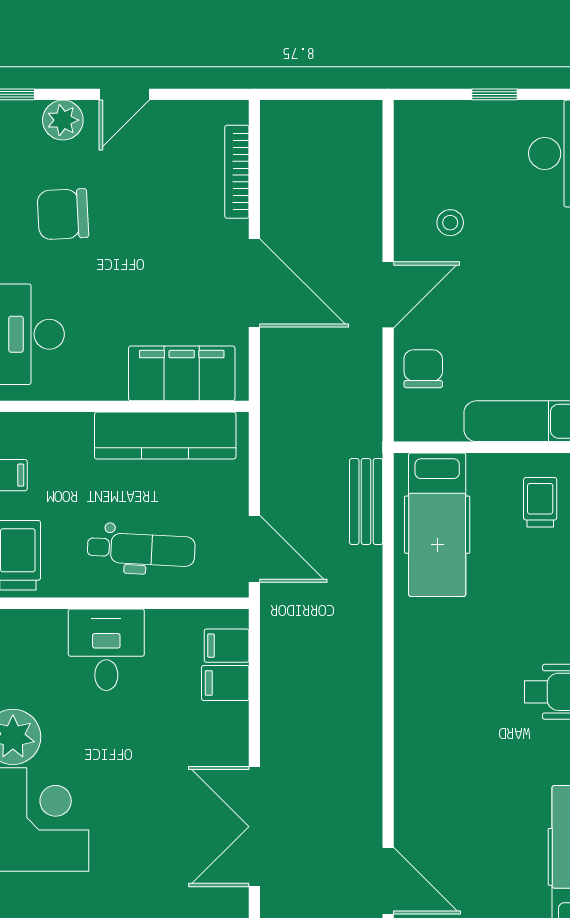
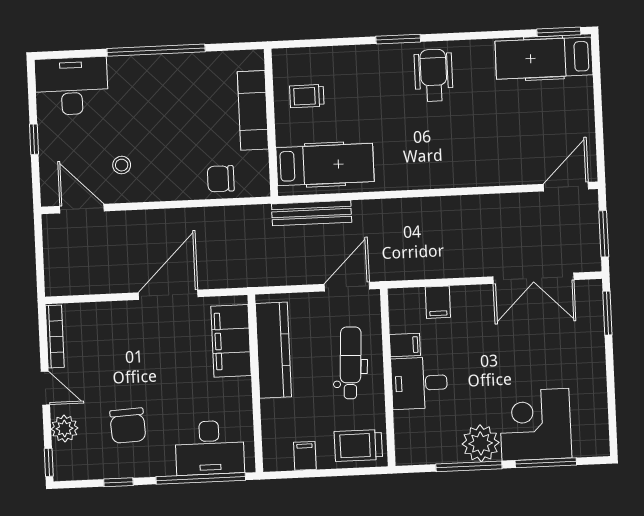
bookcase: (237, 172) -> (55, 337), moved, turned -90
door: (388, 295) -> (82, 209), moved
bench: (366, 501) -> (312, 213), width x1.36
filing cabinet: (227, 646) -> (405, 345), moved, turned -90

